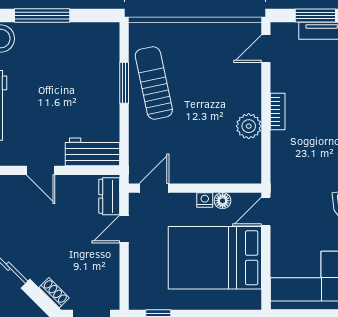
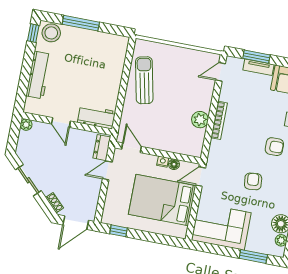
window: (124, 83) -> (125, 76), removed
bookcase: (278, 111) -> (219, 120), width x1.56
door: (154, 188) -> (131, 148), hinge flipped

